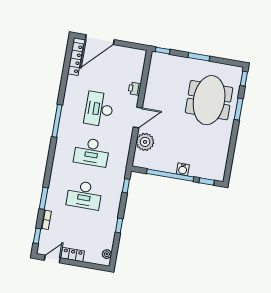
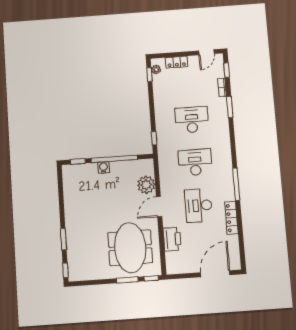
window: (199, 57) -> (127, 280), moved
locker: (75, 59) -> (231, 218), moved
printer: (135, 89) -> (172, 239), width x1.87, depth x1.48
meeting table: (209, 100) -> (130, 248), moved
desk: (99, 109) -> (199, 205), turned 180
window: (119, 225) -> (149, 75), moved
locker: (73, 254) -> (177, 62), moved

